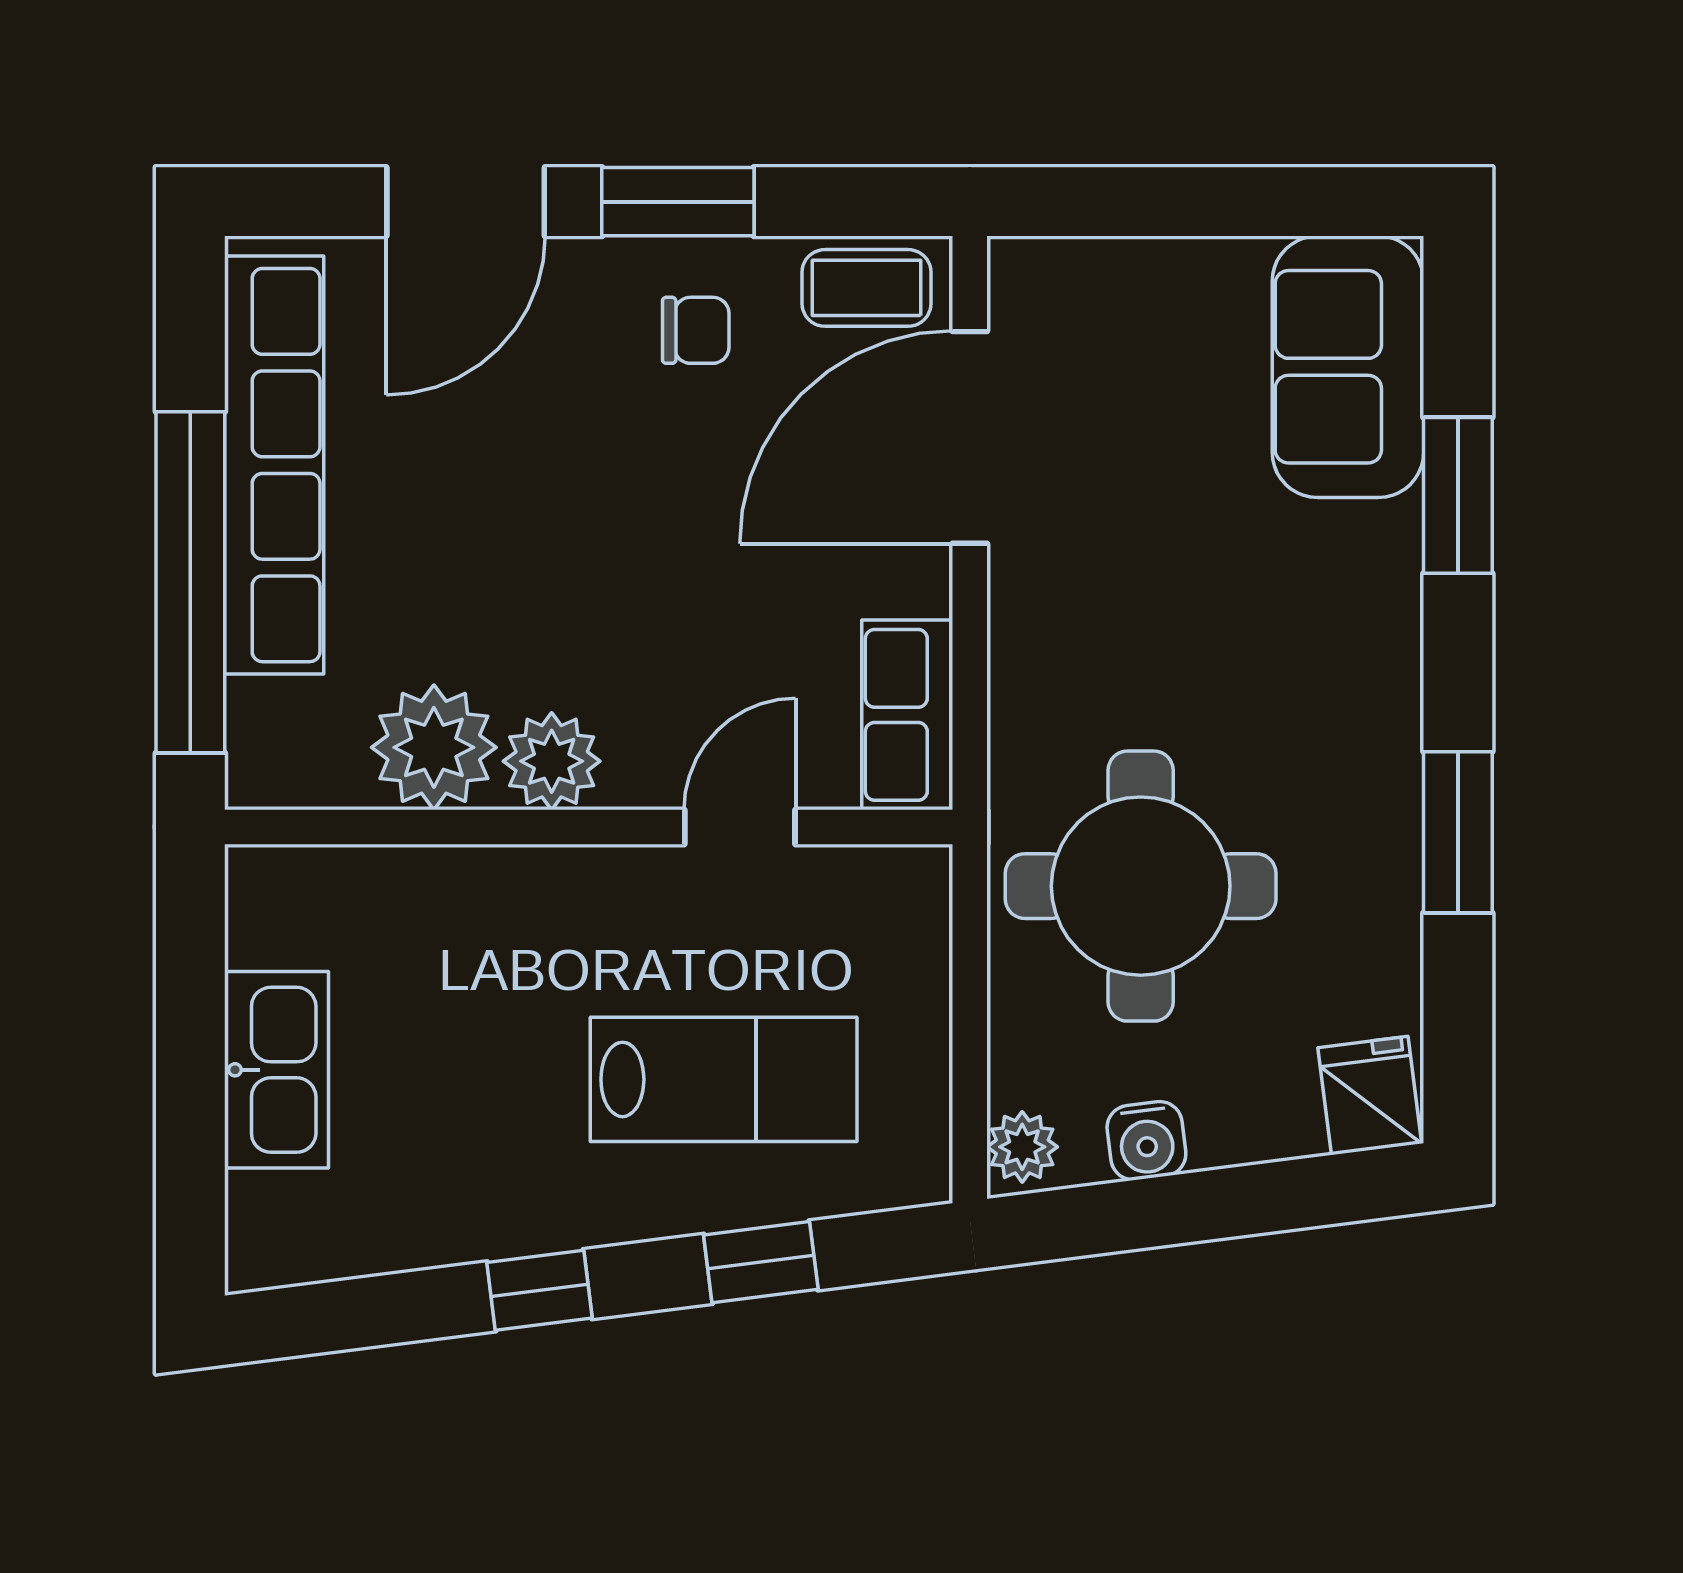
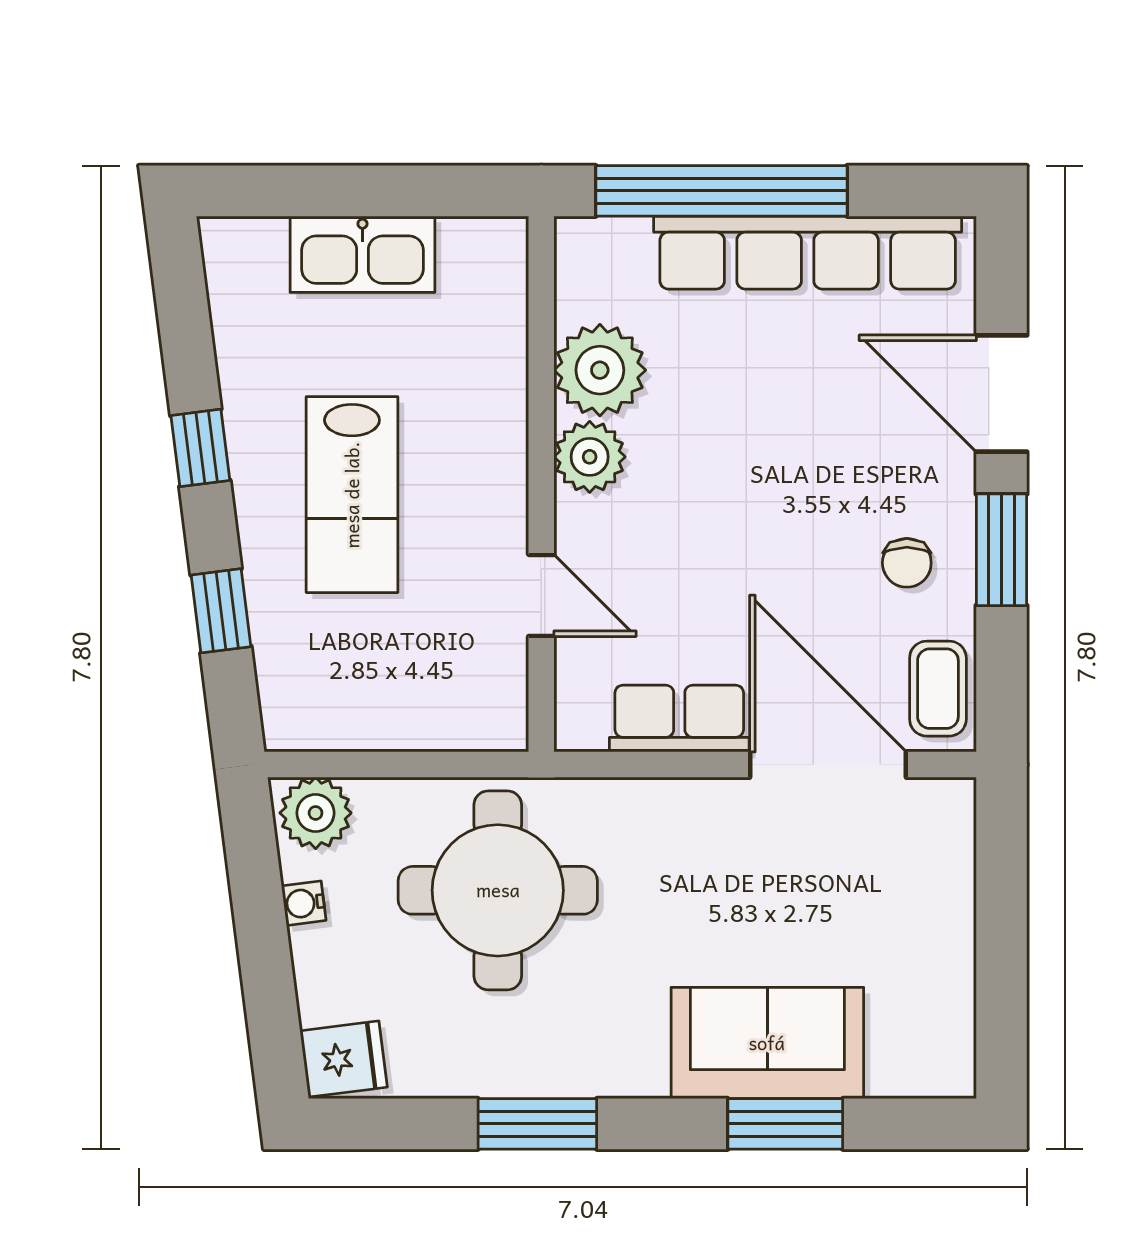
sofa: (1348, 367) -> (767, 1043), moved
row of seats: (907, 715) -> (679, 719), moved
lab bench: (724, 1079) -> (352, 495), moved
water cooler: (1146, 1141) -> (304, 903), width x0.72, depth x0.72
plant: (1022, 1147) -> (316, 813), width x1.38, depth x1.38

